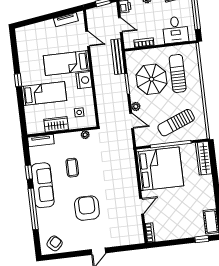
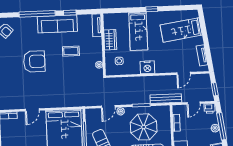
bed: (67, 63) -> (181, 30), moved, turned -98
door: (142, 206) -> (32, 110), hinge flipped

